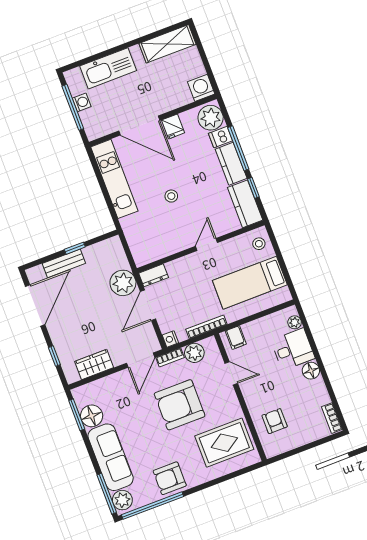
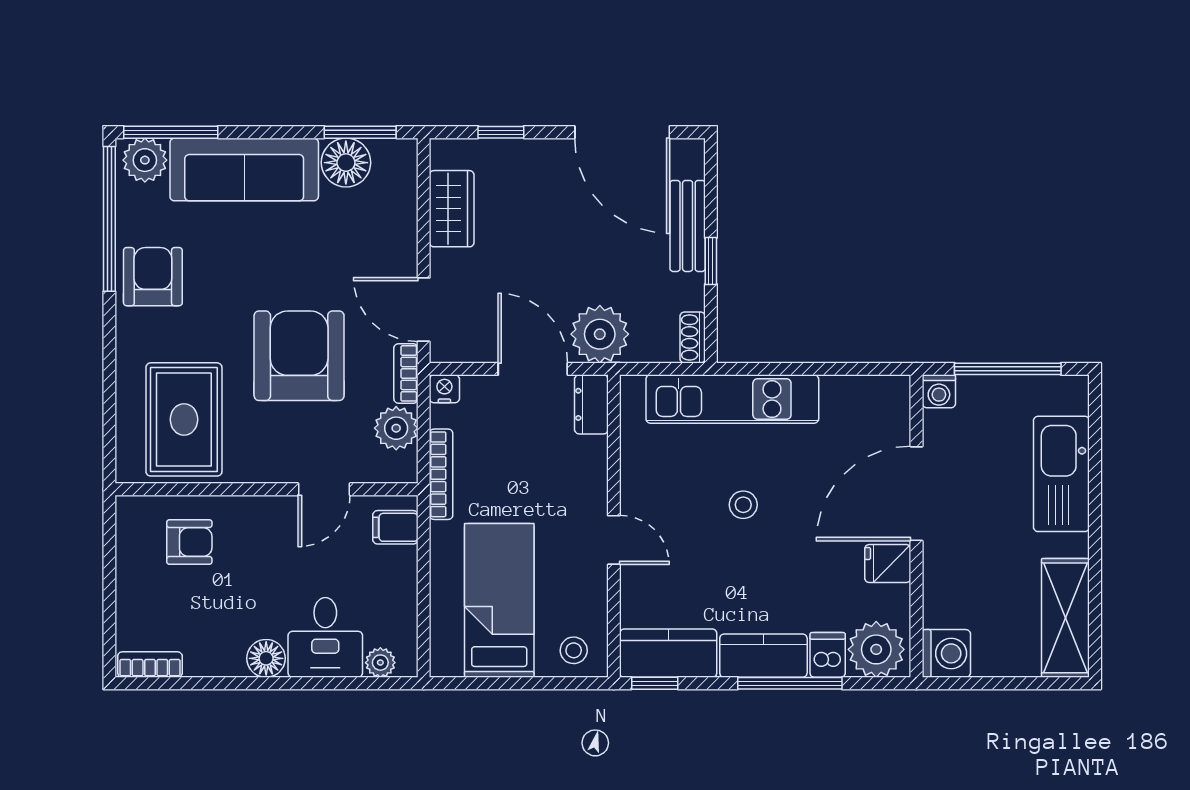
washing machine: (82, 102) -> (939, 391), moved
kitchen unit: (114, 179) -> (732, 399), moved
window: (253, 188) -> (655, 683), moved
shoe rack: (110, 244) -> (693, 337), added

